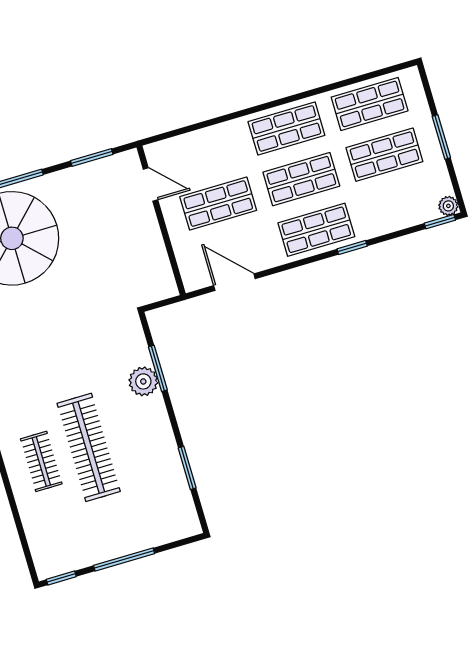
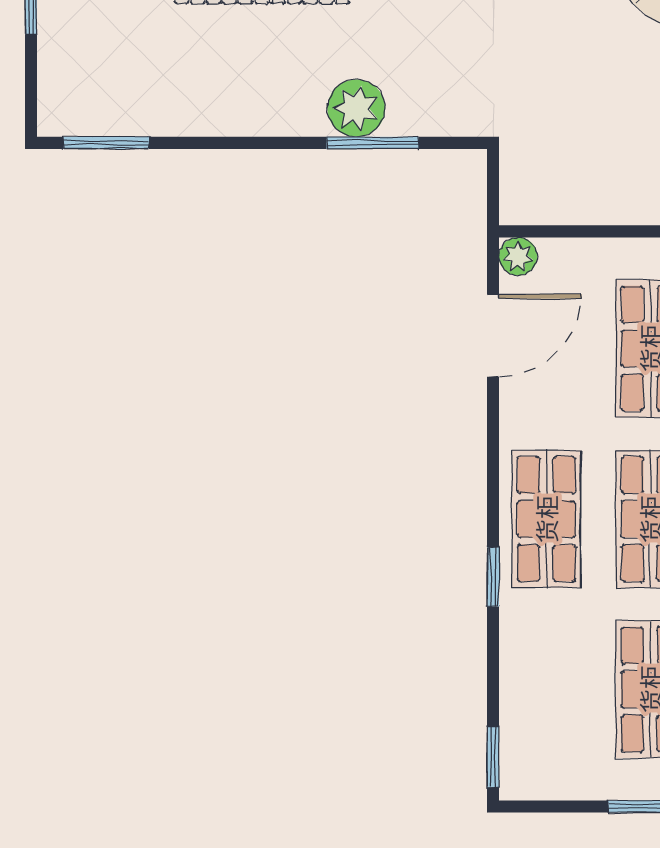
plant: (448, 206) -> (518, 256), moved
window: (187, 468) -> (106, 143), moved

